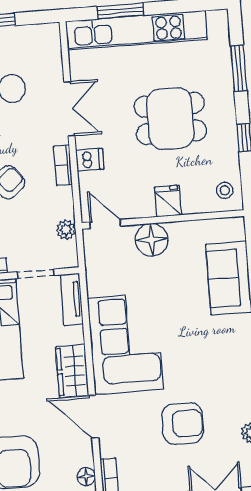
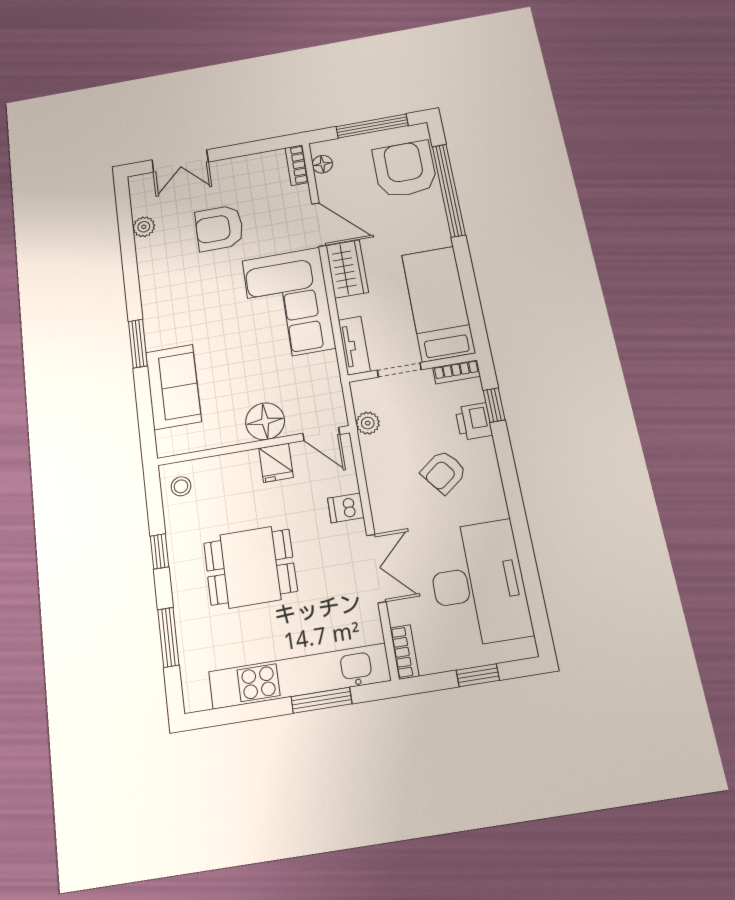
double door: (69, 109) -> (376, 568), swing flipped
bookcase: (63, 165) -> (405, 652), moved
fridge: (168, 201) -> (276, 463), moved

